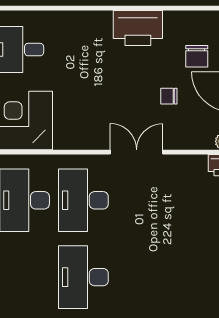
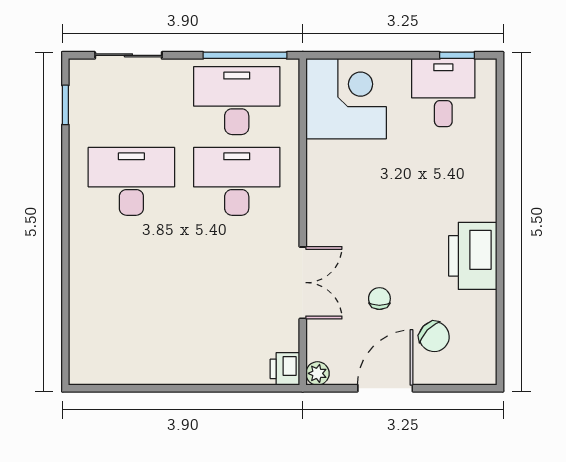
chair: (197, 56) -> (434, 337), turned -136
double door: (137, 152) -> (303, 283), moved

